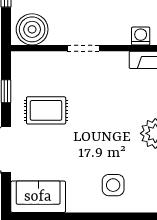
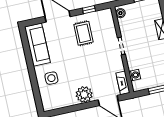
boiler: (32, 29) -> (120, 13), width x0.54, depth x0.54
sofa: (38, 197) -> (37, 45), width x1.36

